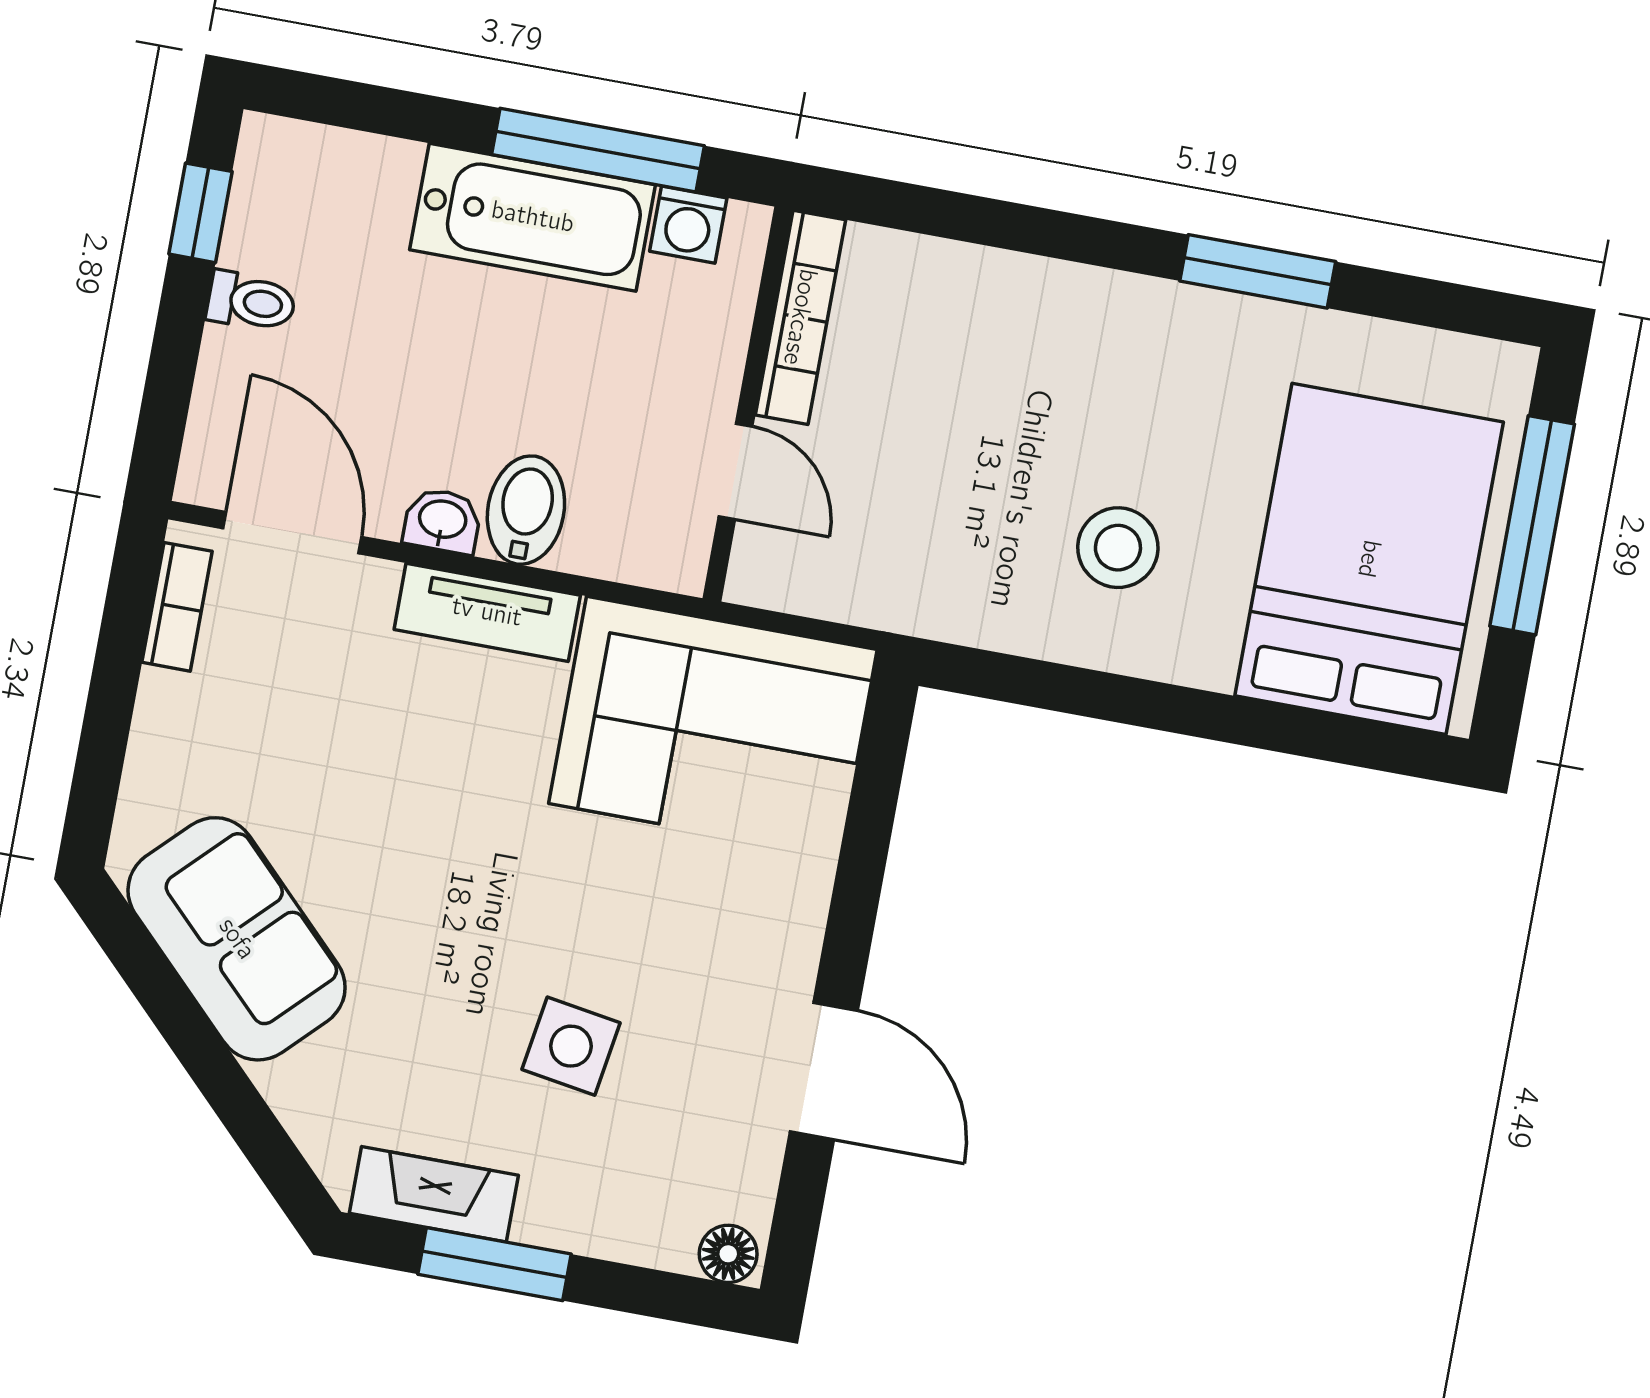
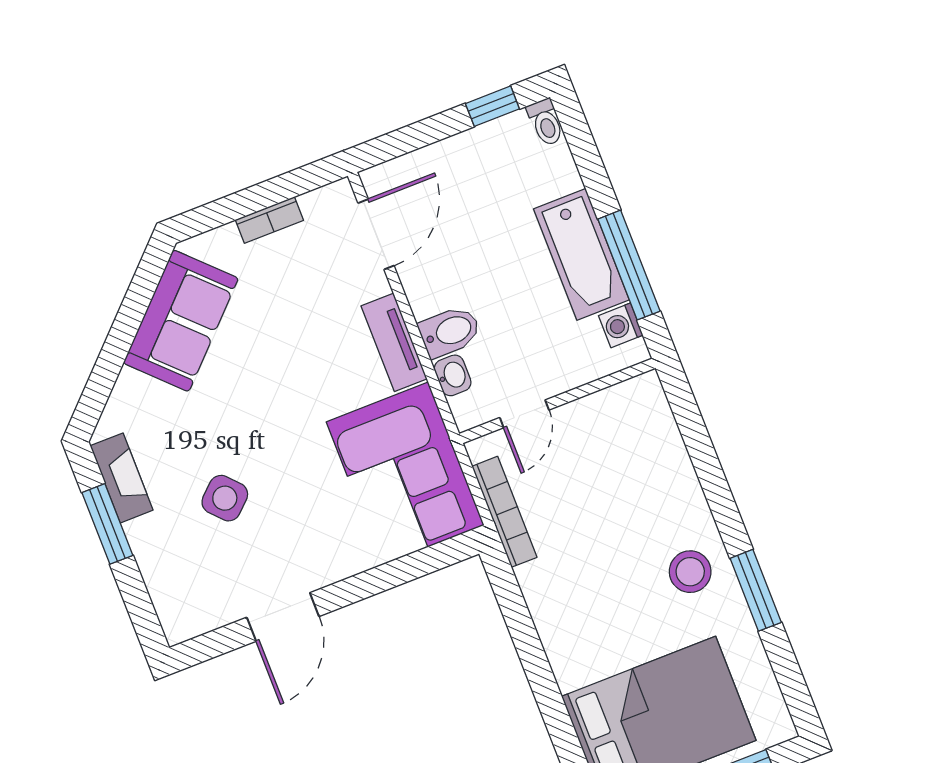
toilet: (251, 302) -> (546, 122), moved
bookcase: (800, 317) -> (504, 512), moved, turned -90
washbasin: (442, 521) -> (453, 375), moved
stool: (1118, 548) -> (690, 572), moved
bookcase: (177, 607) -> (269, 220), moved
side table: (571, 1046) -> (225, 498), turned 38
floor lamp: (728, 1254) -> (176, 625), removed

